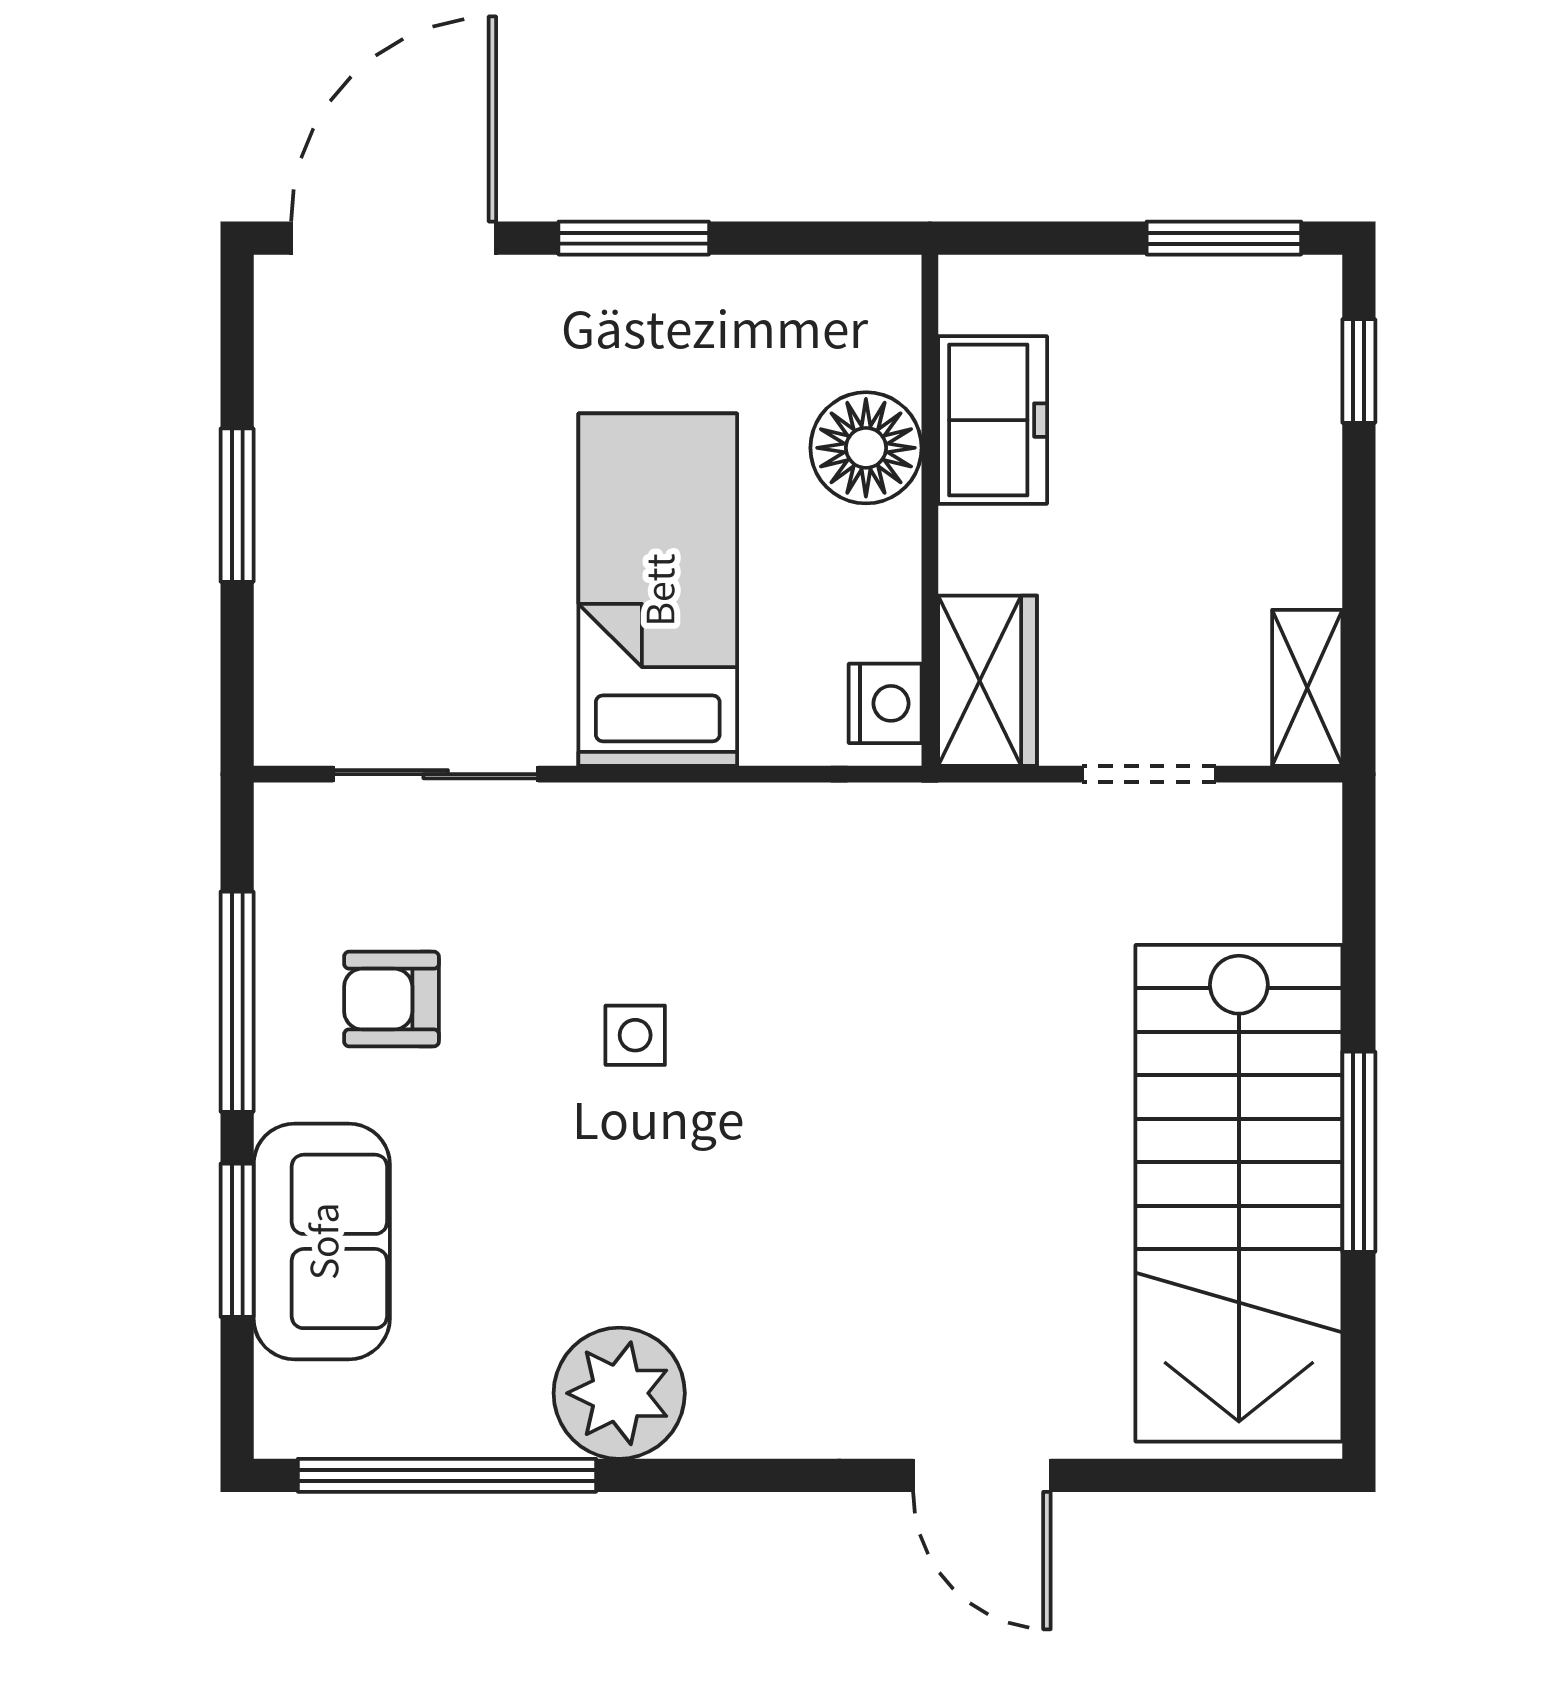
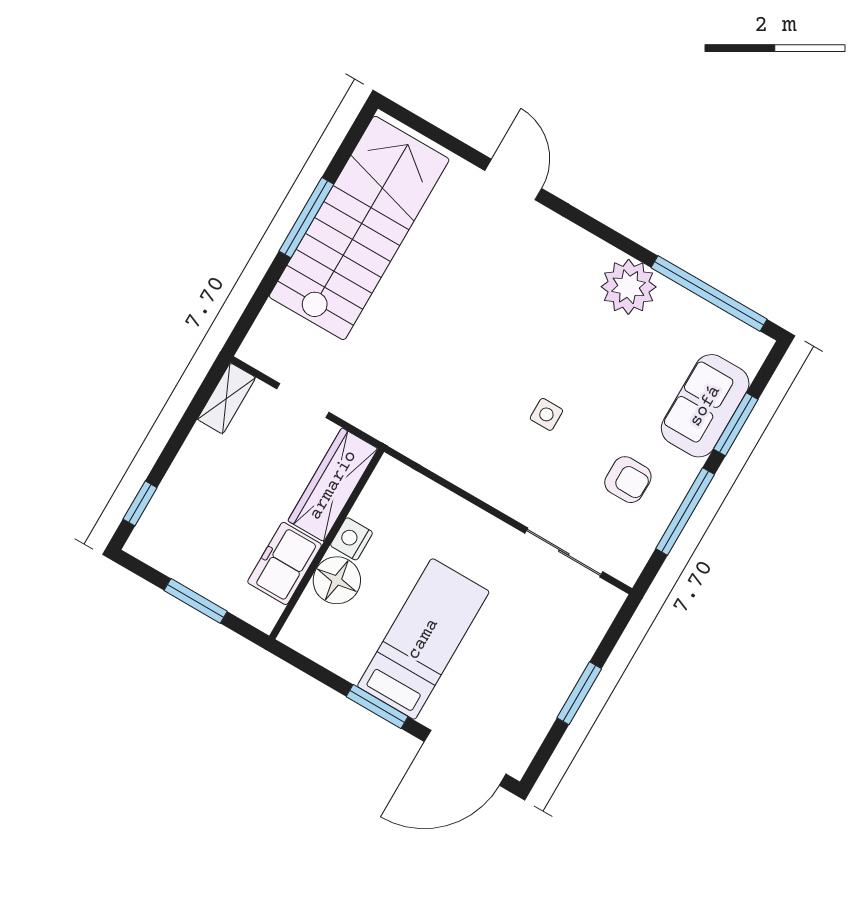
window: (1224, 238) -> (196, 601), moved
bed: (658, 590) -> (423, 639), moved, turned 180
wardrobe: (988, 681) -> (333, 485), width x1.50
nightstand: (885, 703) -> (352, 539), moved

